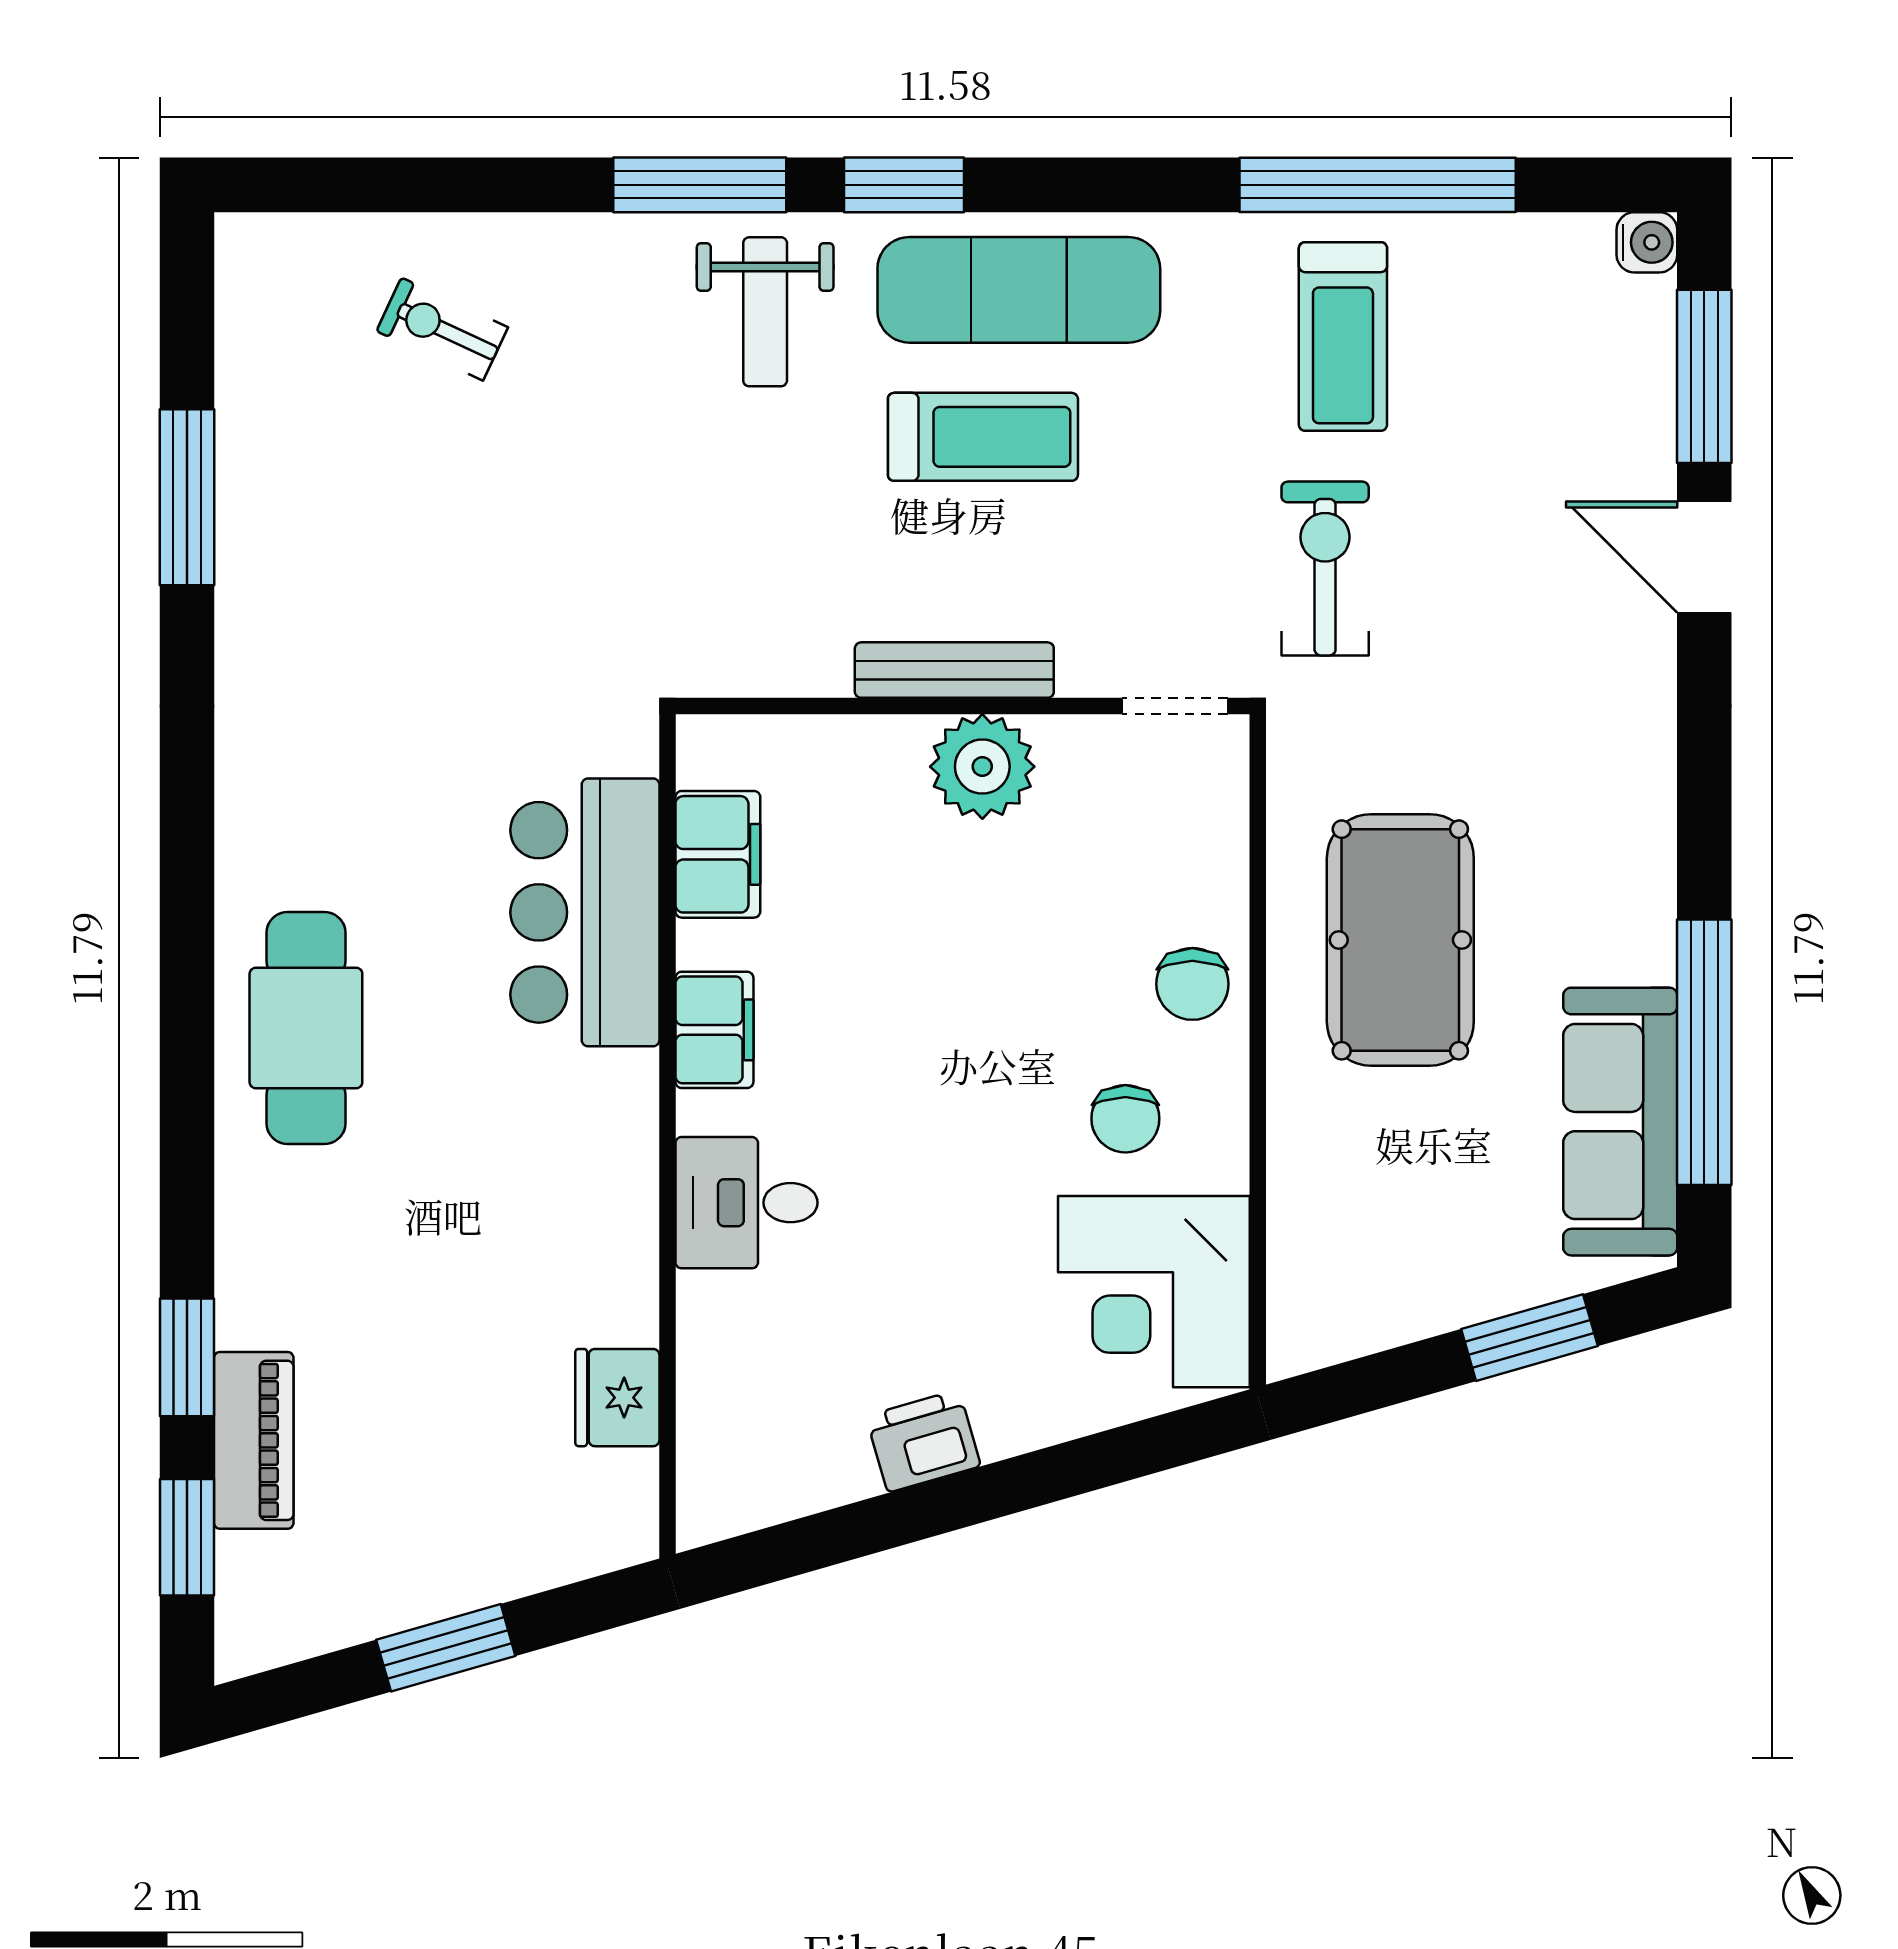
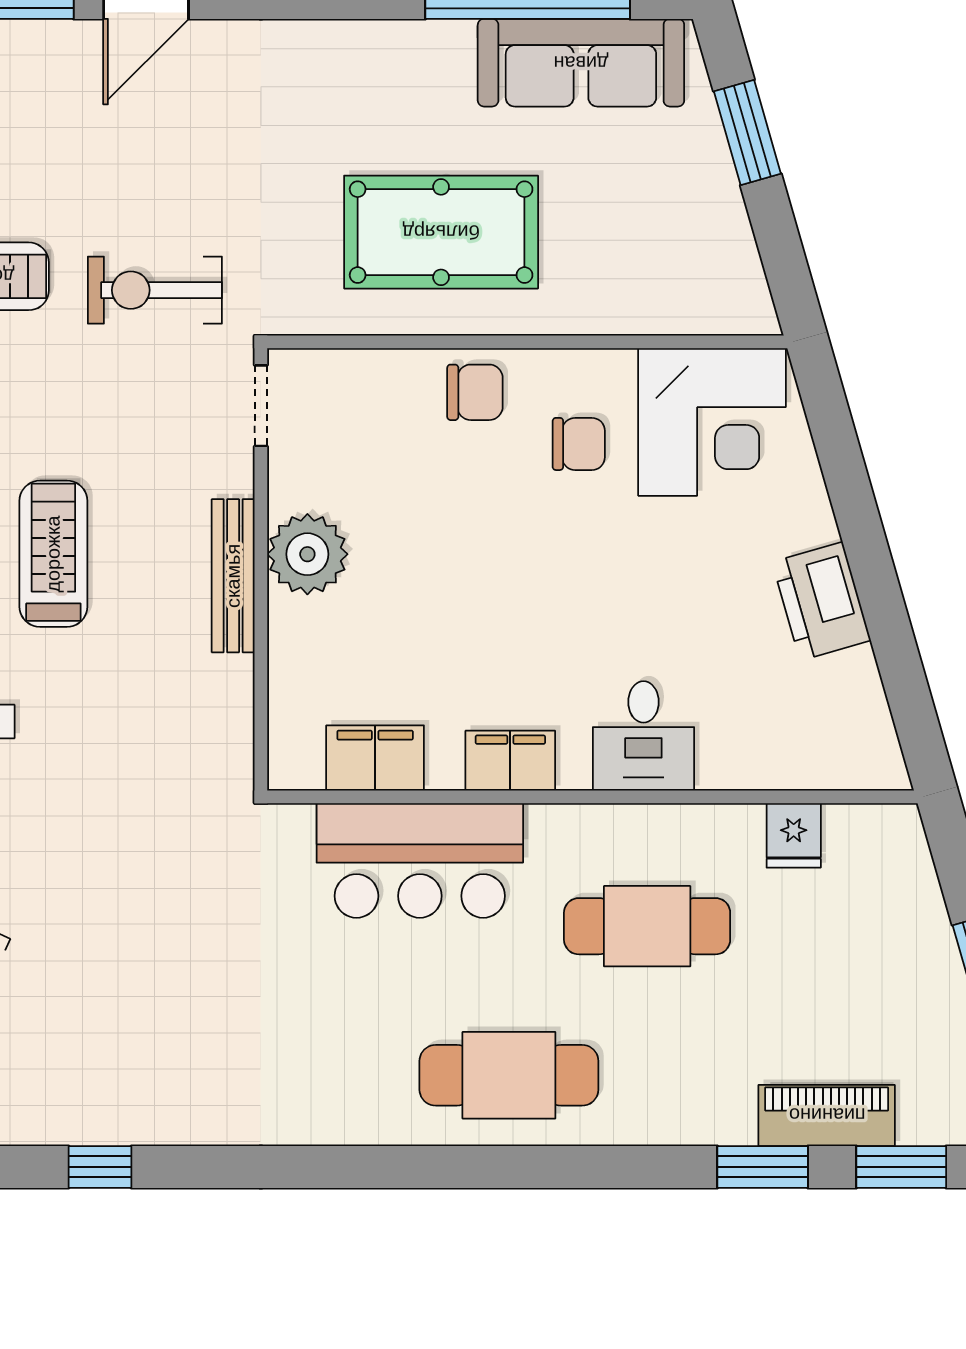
window: (187, 497) -> (100, 1167), width x0.46
cafe table: (499, 1207) -> (647, 926), added
fridge: (617, 1398) -> (794, 835), width x0.72
printer: (923, 1441) -> (821, 601), width x1.37, depth x1.19

